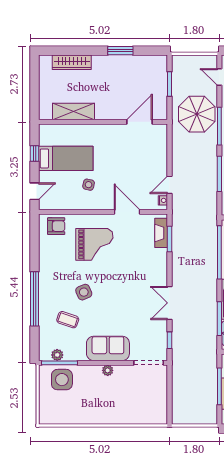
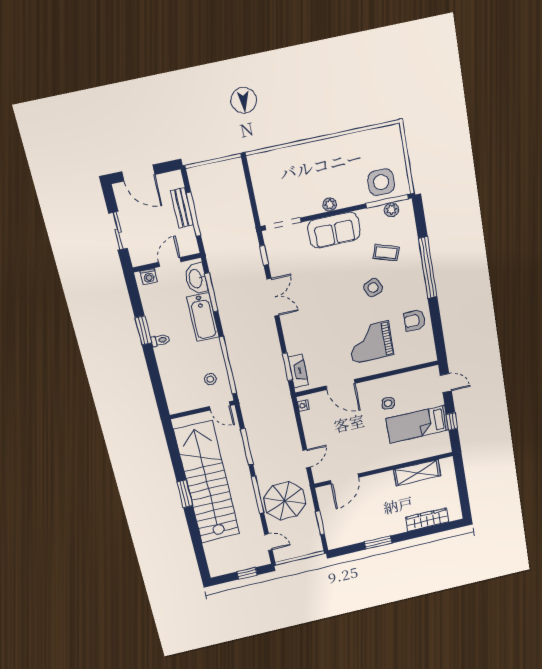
door: (169, 185) -> (307, 459), moved
door: (34, 191) -> (446, 383), swing flipped
armchair: (56, 226) -> (414, 320), moved

